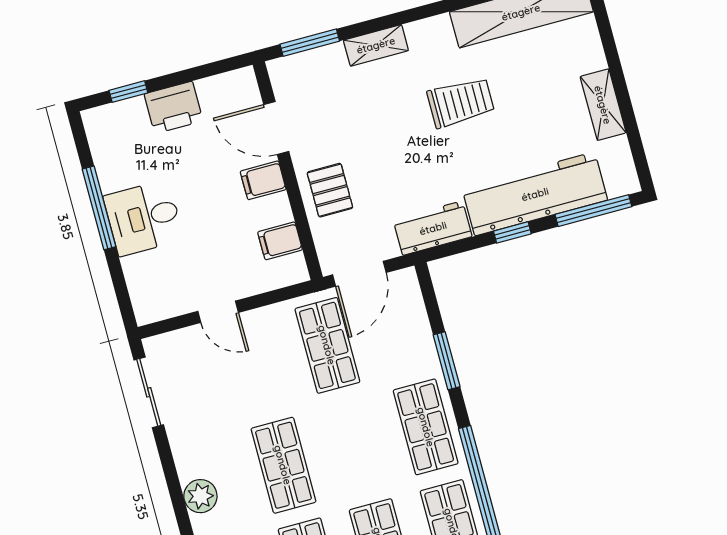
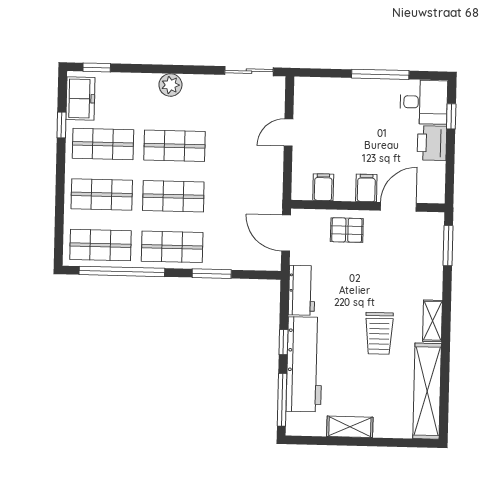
shelving: (376, 45) -> (433, 321), moved
desk: (144, 218) -> (424, 102), moved, turned 90
shop shelf: (327, 345) -> (173, 196), moved

